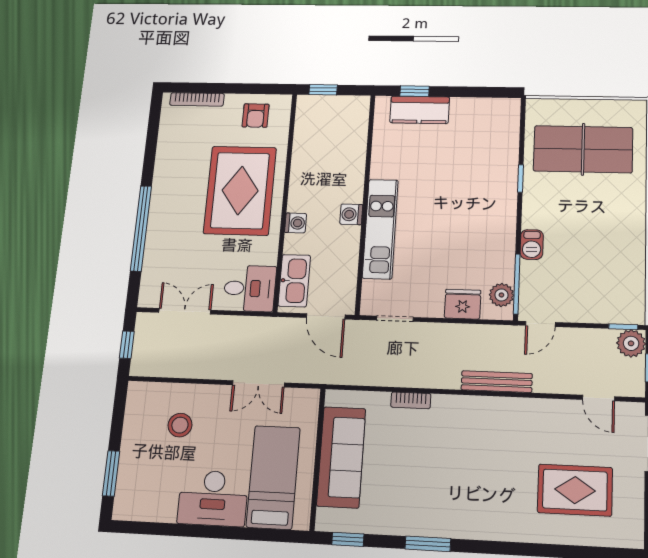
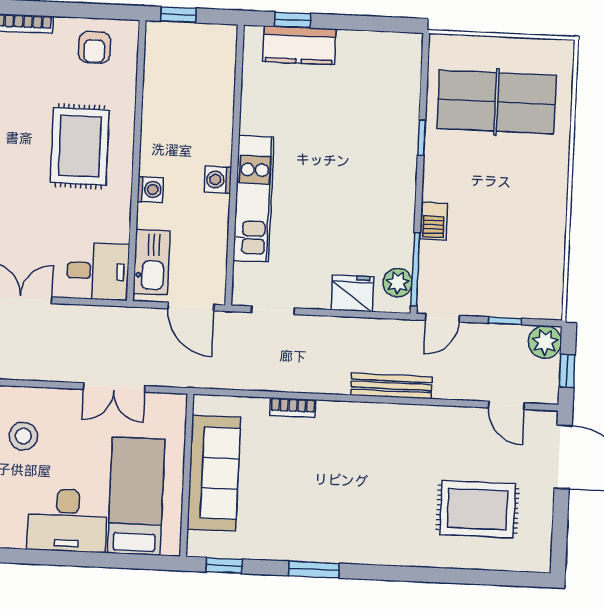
rug: (240, 191) -> (80, 146), width x0.73, depth x0.69
window: (623, 327) -> (505, 321), moved

